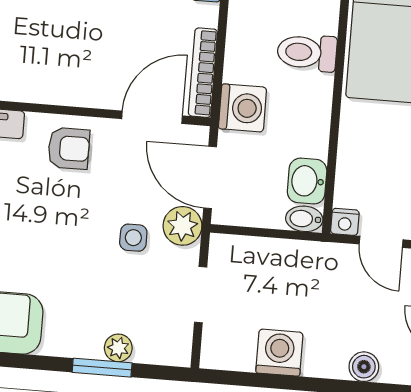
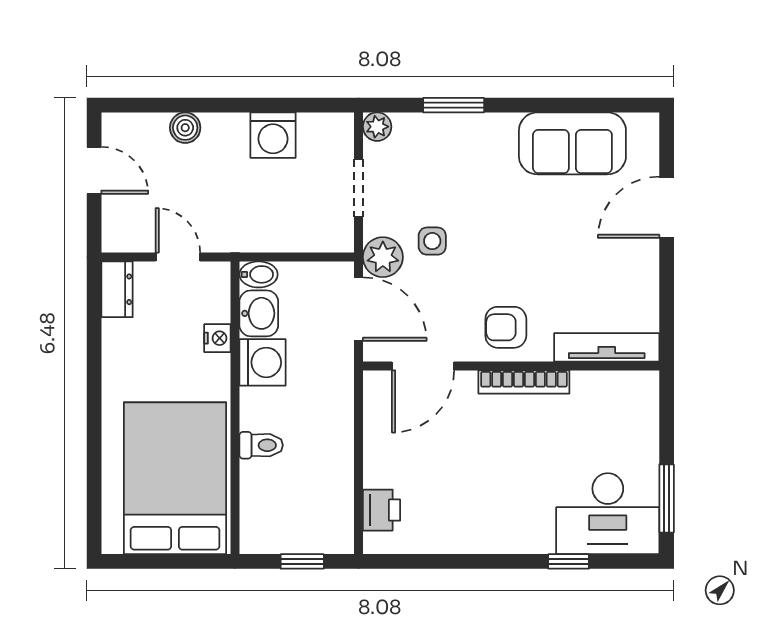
toilet: (307, 52) -> (261, 445), width x0.73, depth x0.72
bookcase: (203, 73) -> (524, 382), moved, turned 90
washing machine: (243, 108) -> (263, 362), moved, turned 180
nightstand: (345, 222) -> (217, 338), moved, turned 90
plant: (118, 348) -> (377, 127), moved

